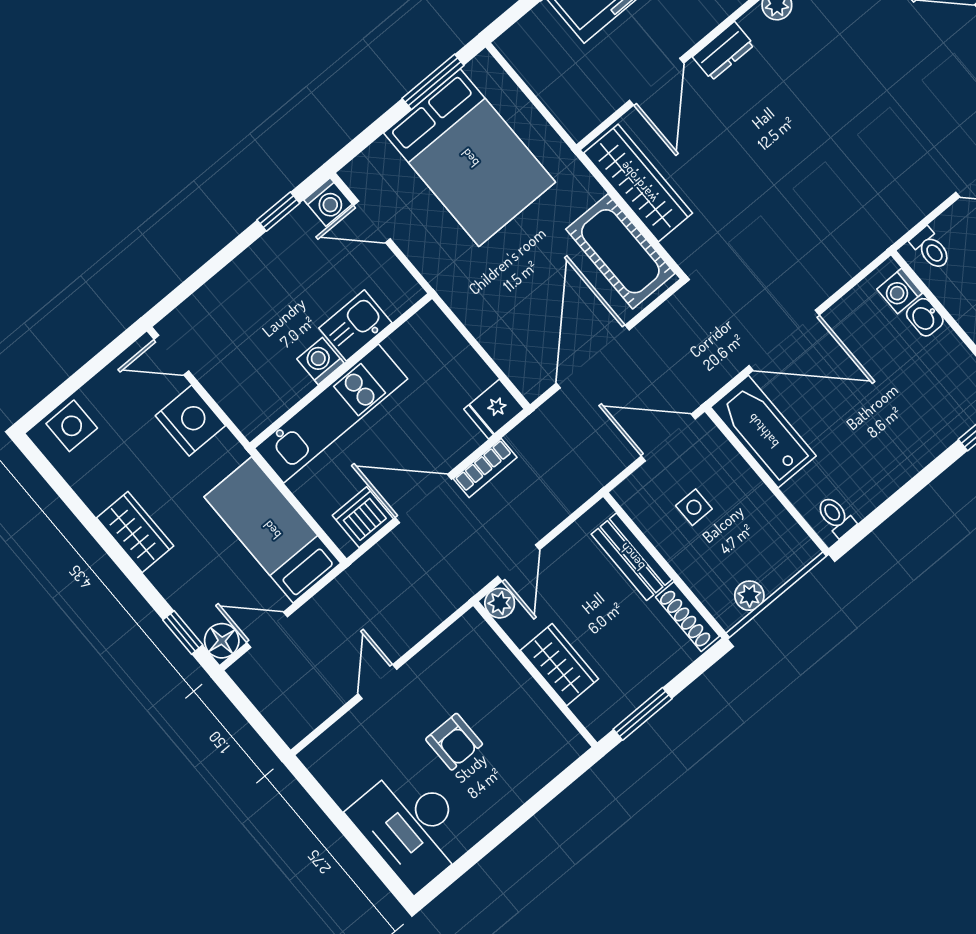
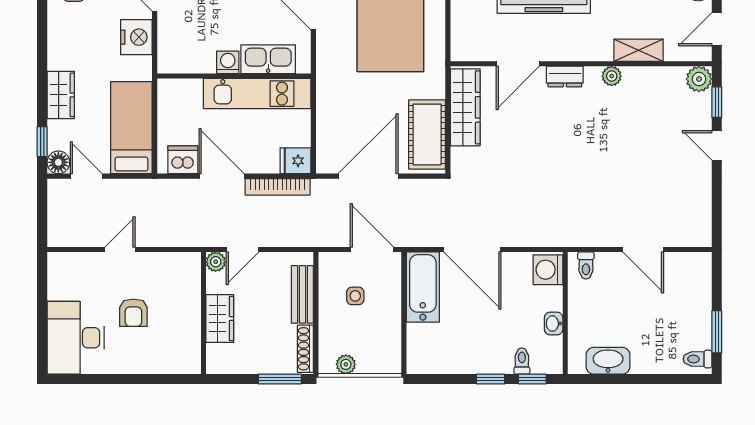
washing machine: (900, 291) -> (548, 270), width x1.38, depth x1.38
washbasin: (925, 317) -> (554, 324), moved
kitchen sink: (355, 325) -> (268, 59), width x1.38
kitchen unit: (331, 414) -> (257, 94), moved
bookcase: (485, 468) -> (278, 187), width x1.56
window: (931, 472) -> (491, 379), added
toilet: (836, 516) -> (522, 361), moved
wardrobe: (135, 532) -> (61, 95), moved
window: (643, 714) -> (280, 379), moved

